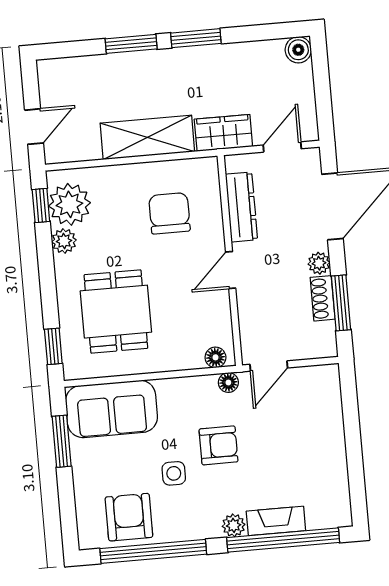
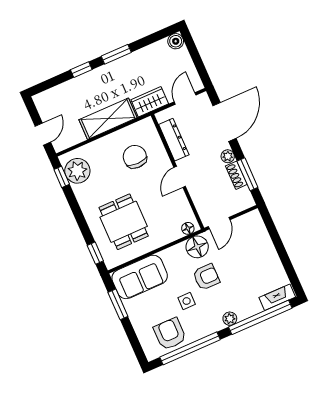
window: (131, 44) -> (81, 70), width x0.67
plant: (64, 241) -> (81, 192), removed
floor lamp: (228, 382) -> (197, 247), width x1.89, depth x1.89
fireplace: (276, 521) -> (277, 297), moved

